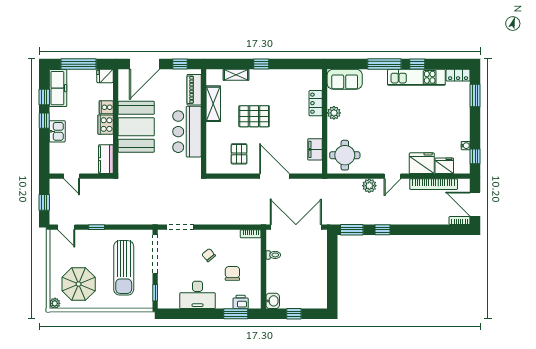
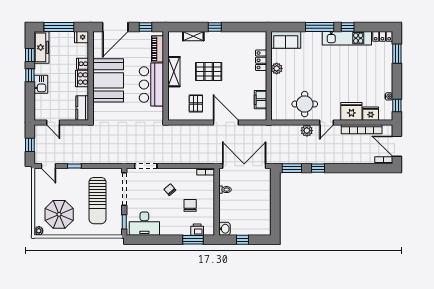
shelving: (213, 104) -> (174, 72), moved
round table: (345, 155) -> (305, 104), moved
desk: (197, 295) -> (144, 224), moved

